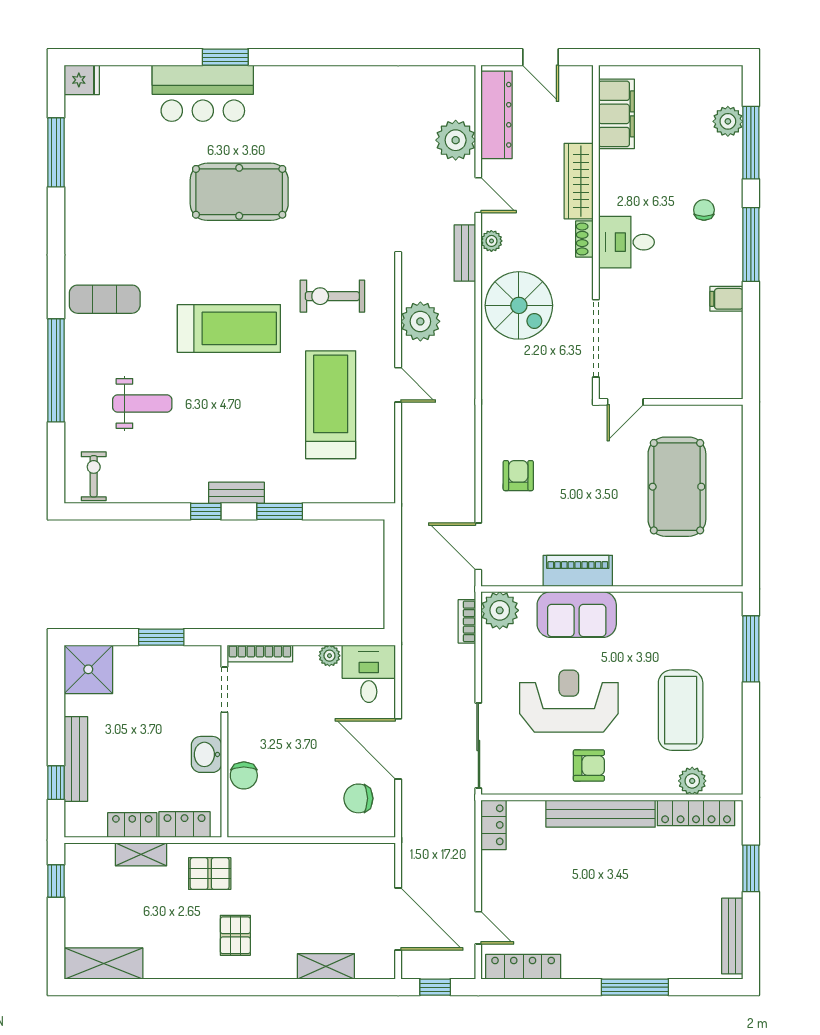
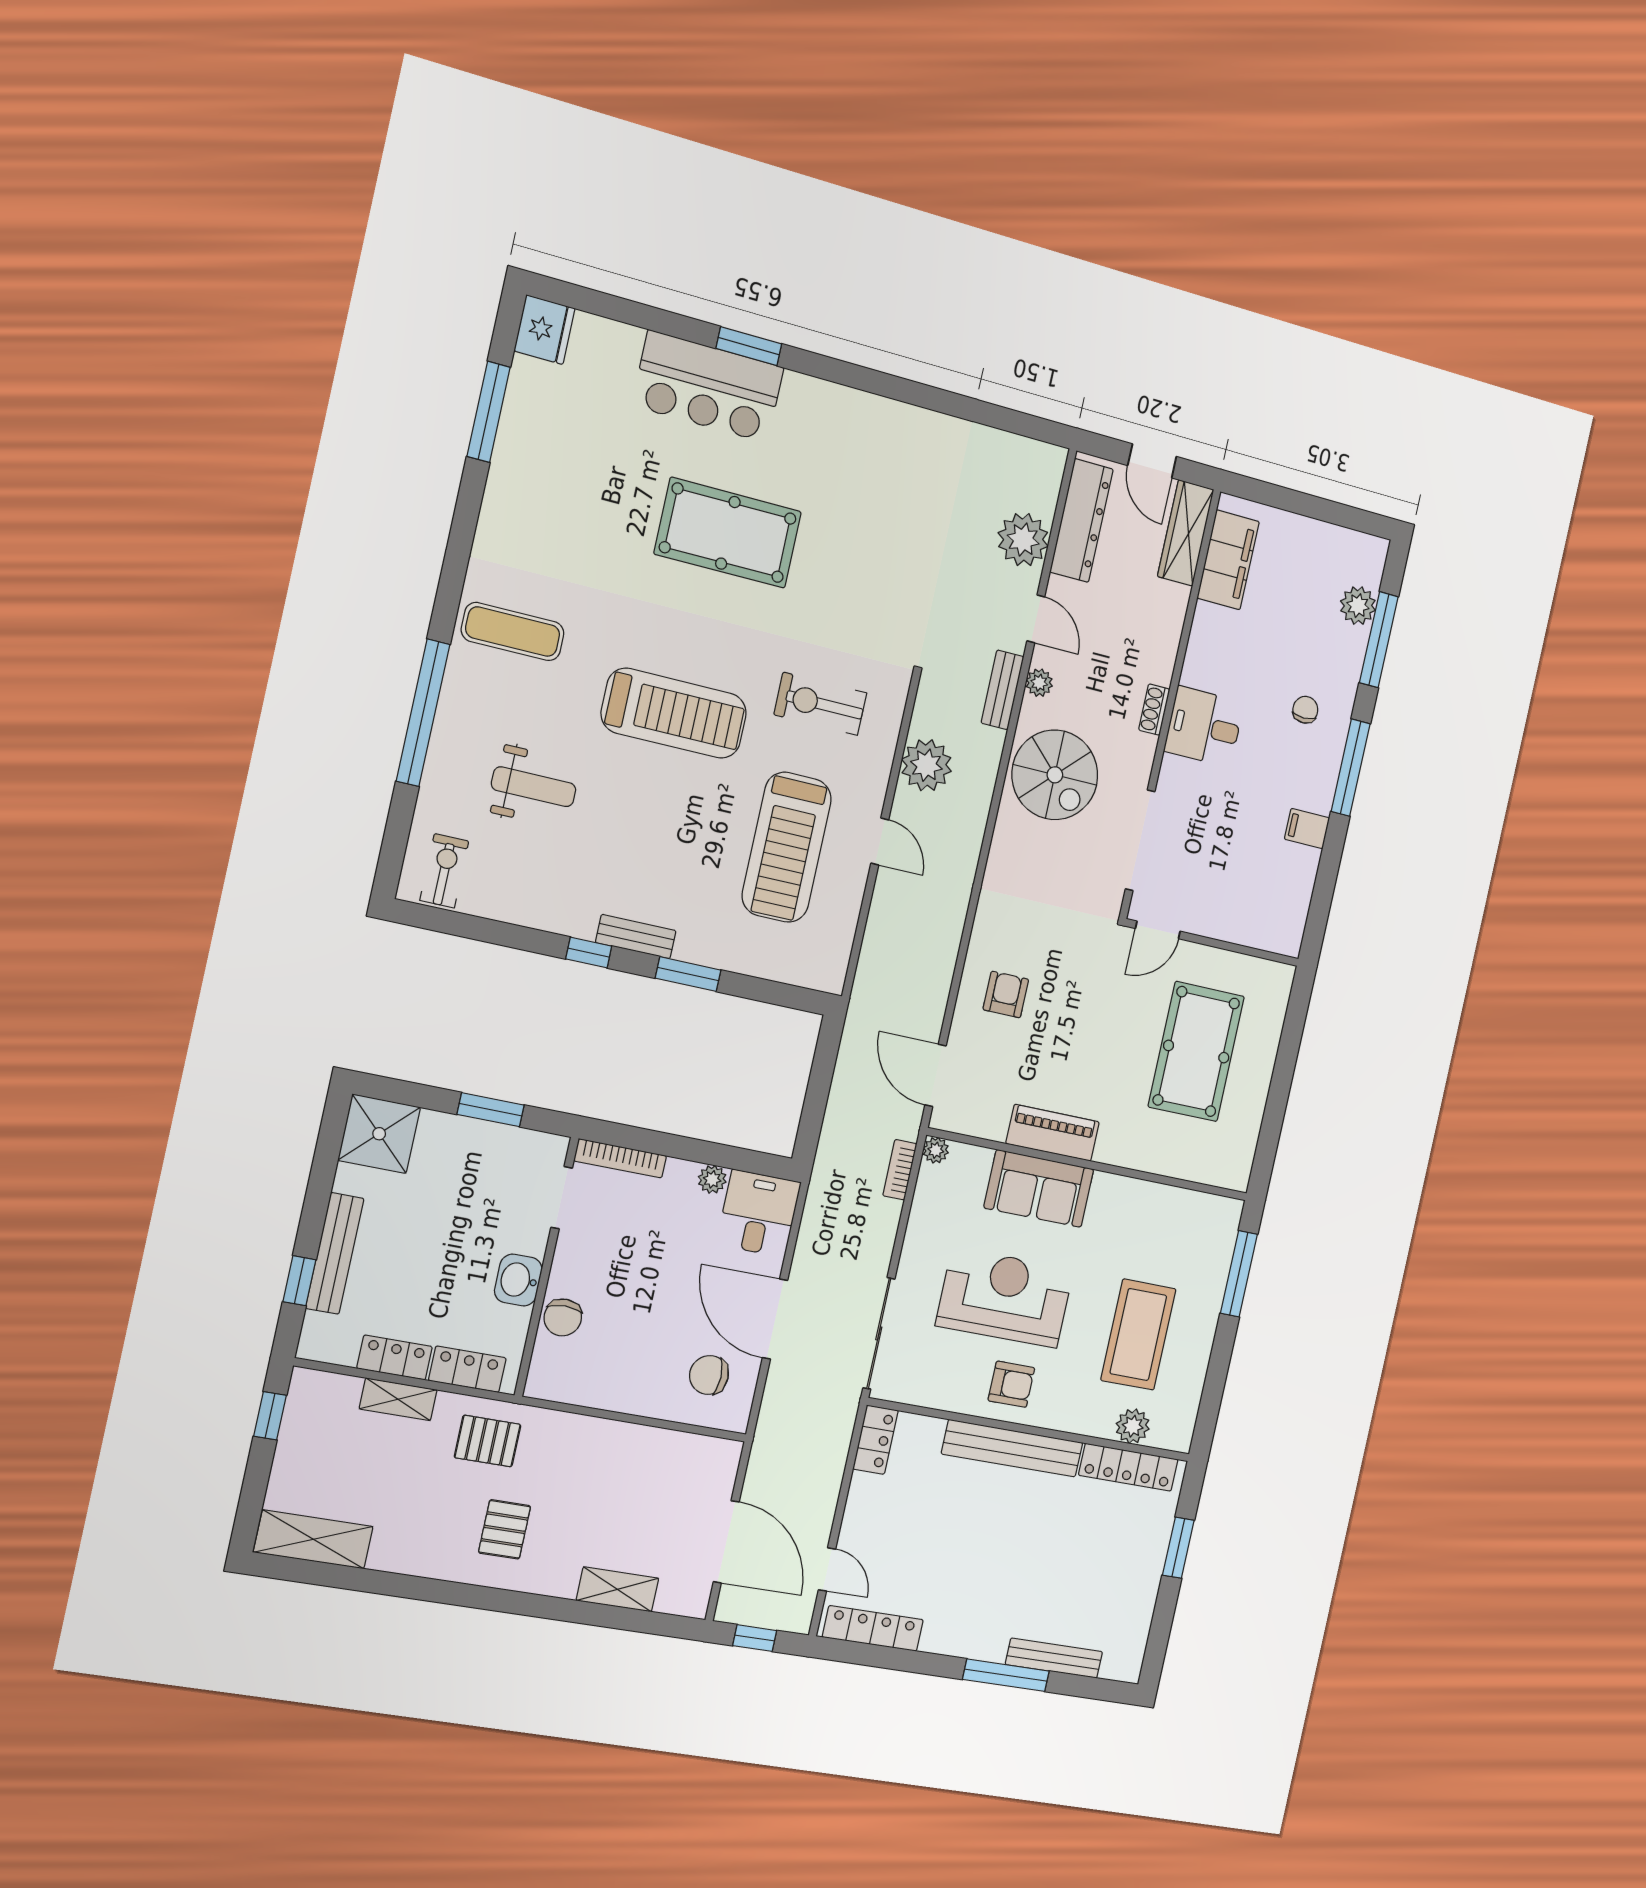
fridge: (82, 80) -> (545, 330), width x1.38
wardrobe: (579, 181) -> (1186, 533), moved
treadmill: (331, 405) -> (787, 847), turned 180
plant: (500, 610) -> (936, 1150), width x0.53, depth x0.53
bench: (732, 936) -> (1054, 1658), moved, turned 90

